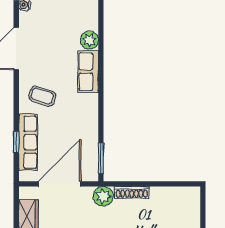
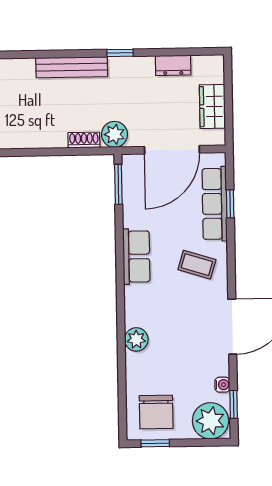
row of seats: (88, 72) -> (136, 256), moved
shoe rack: (132, 192) -> (84, 140), width x0.70

